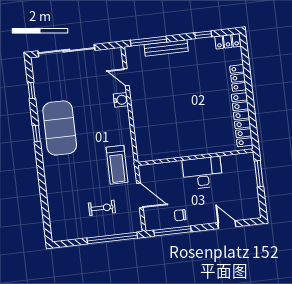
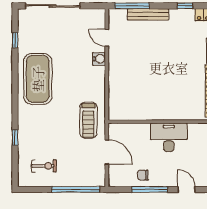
window: (36, 134) -> (15, 138), moved
exercise bike: (102, 208) -> (44, 166), moved
window: (172, 231) -> (150, 189), moved

